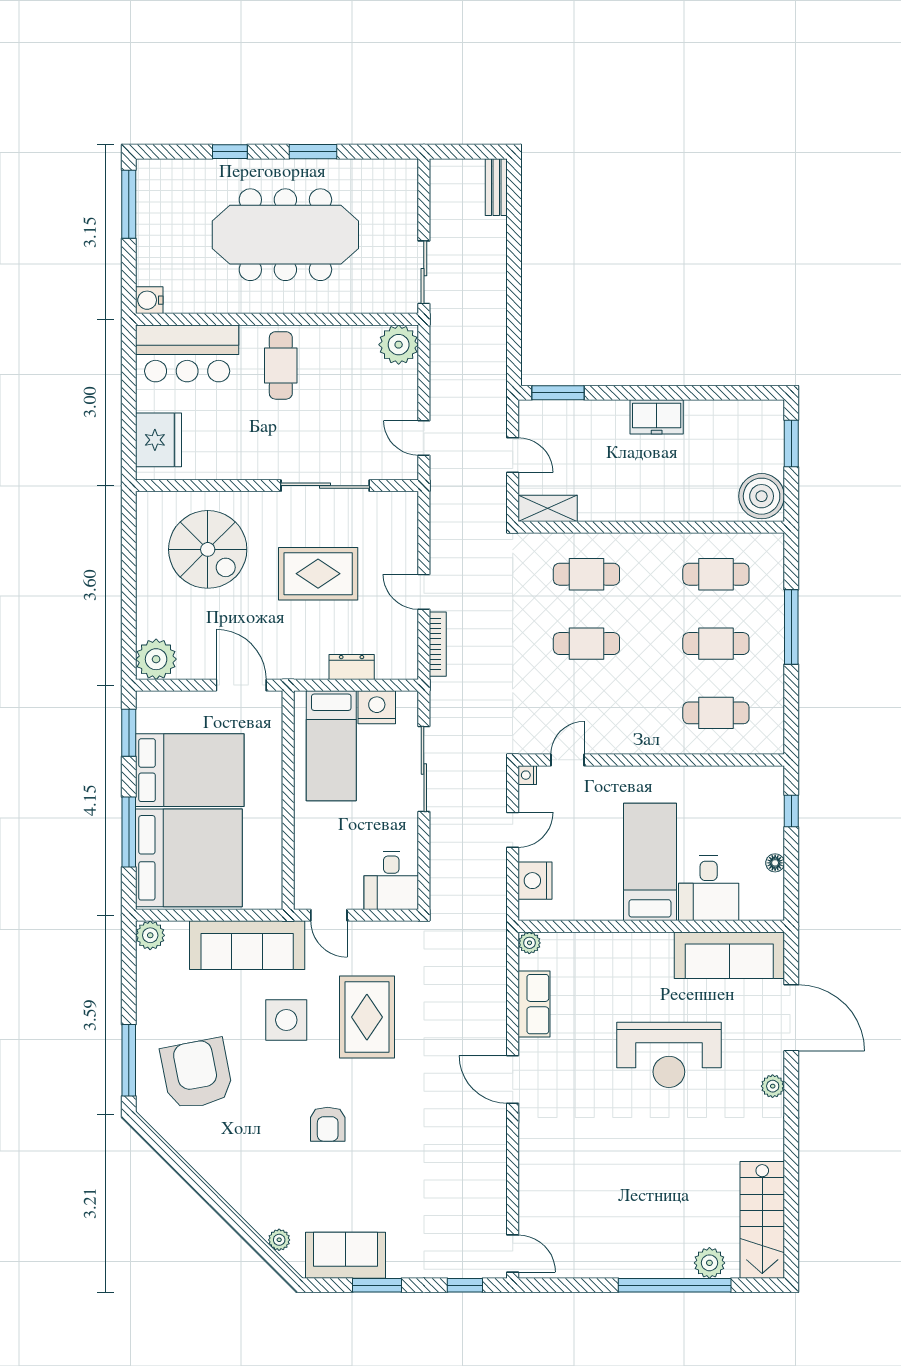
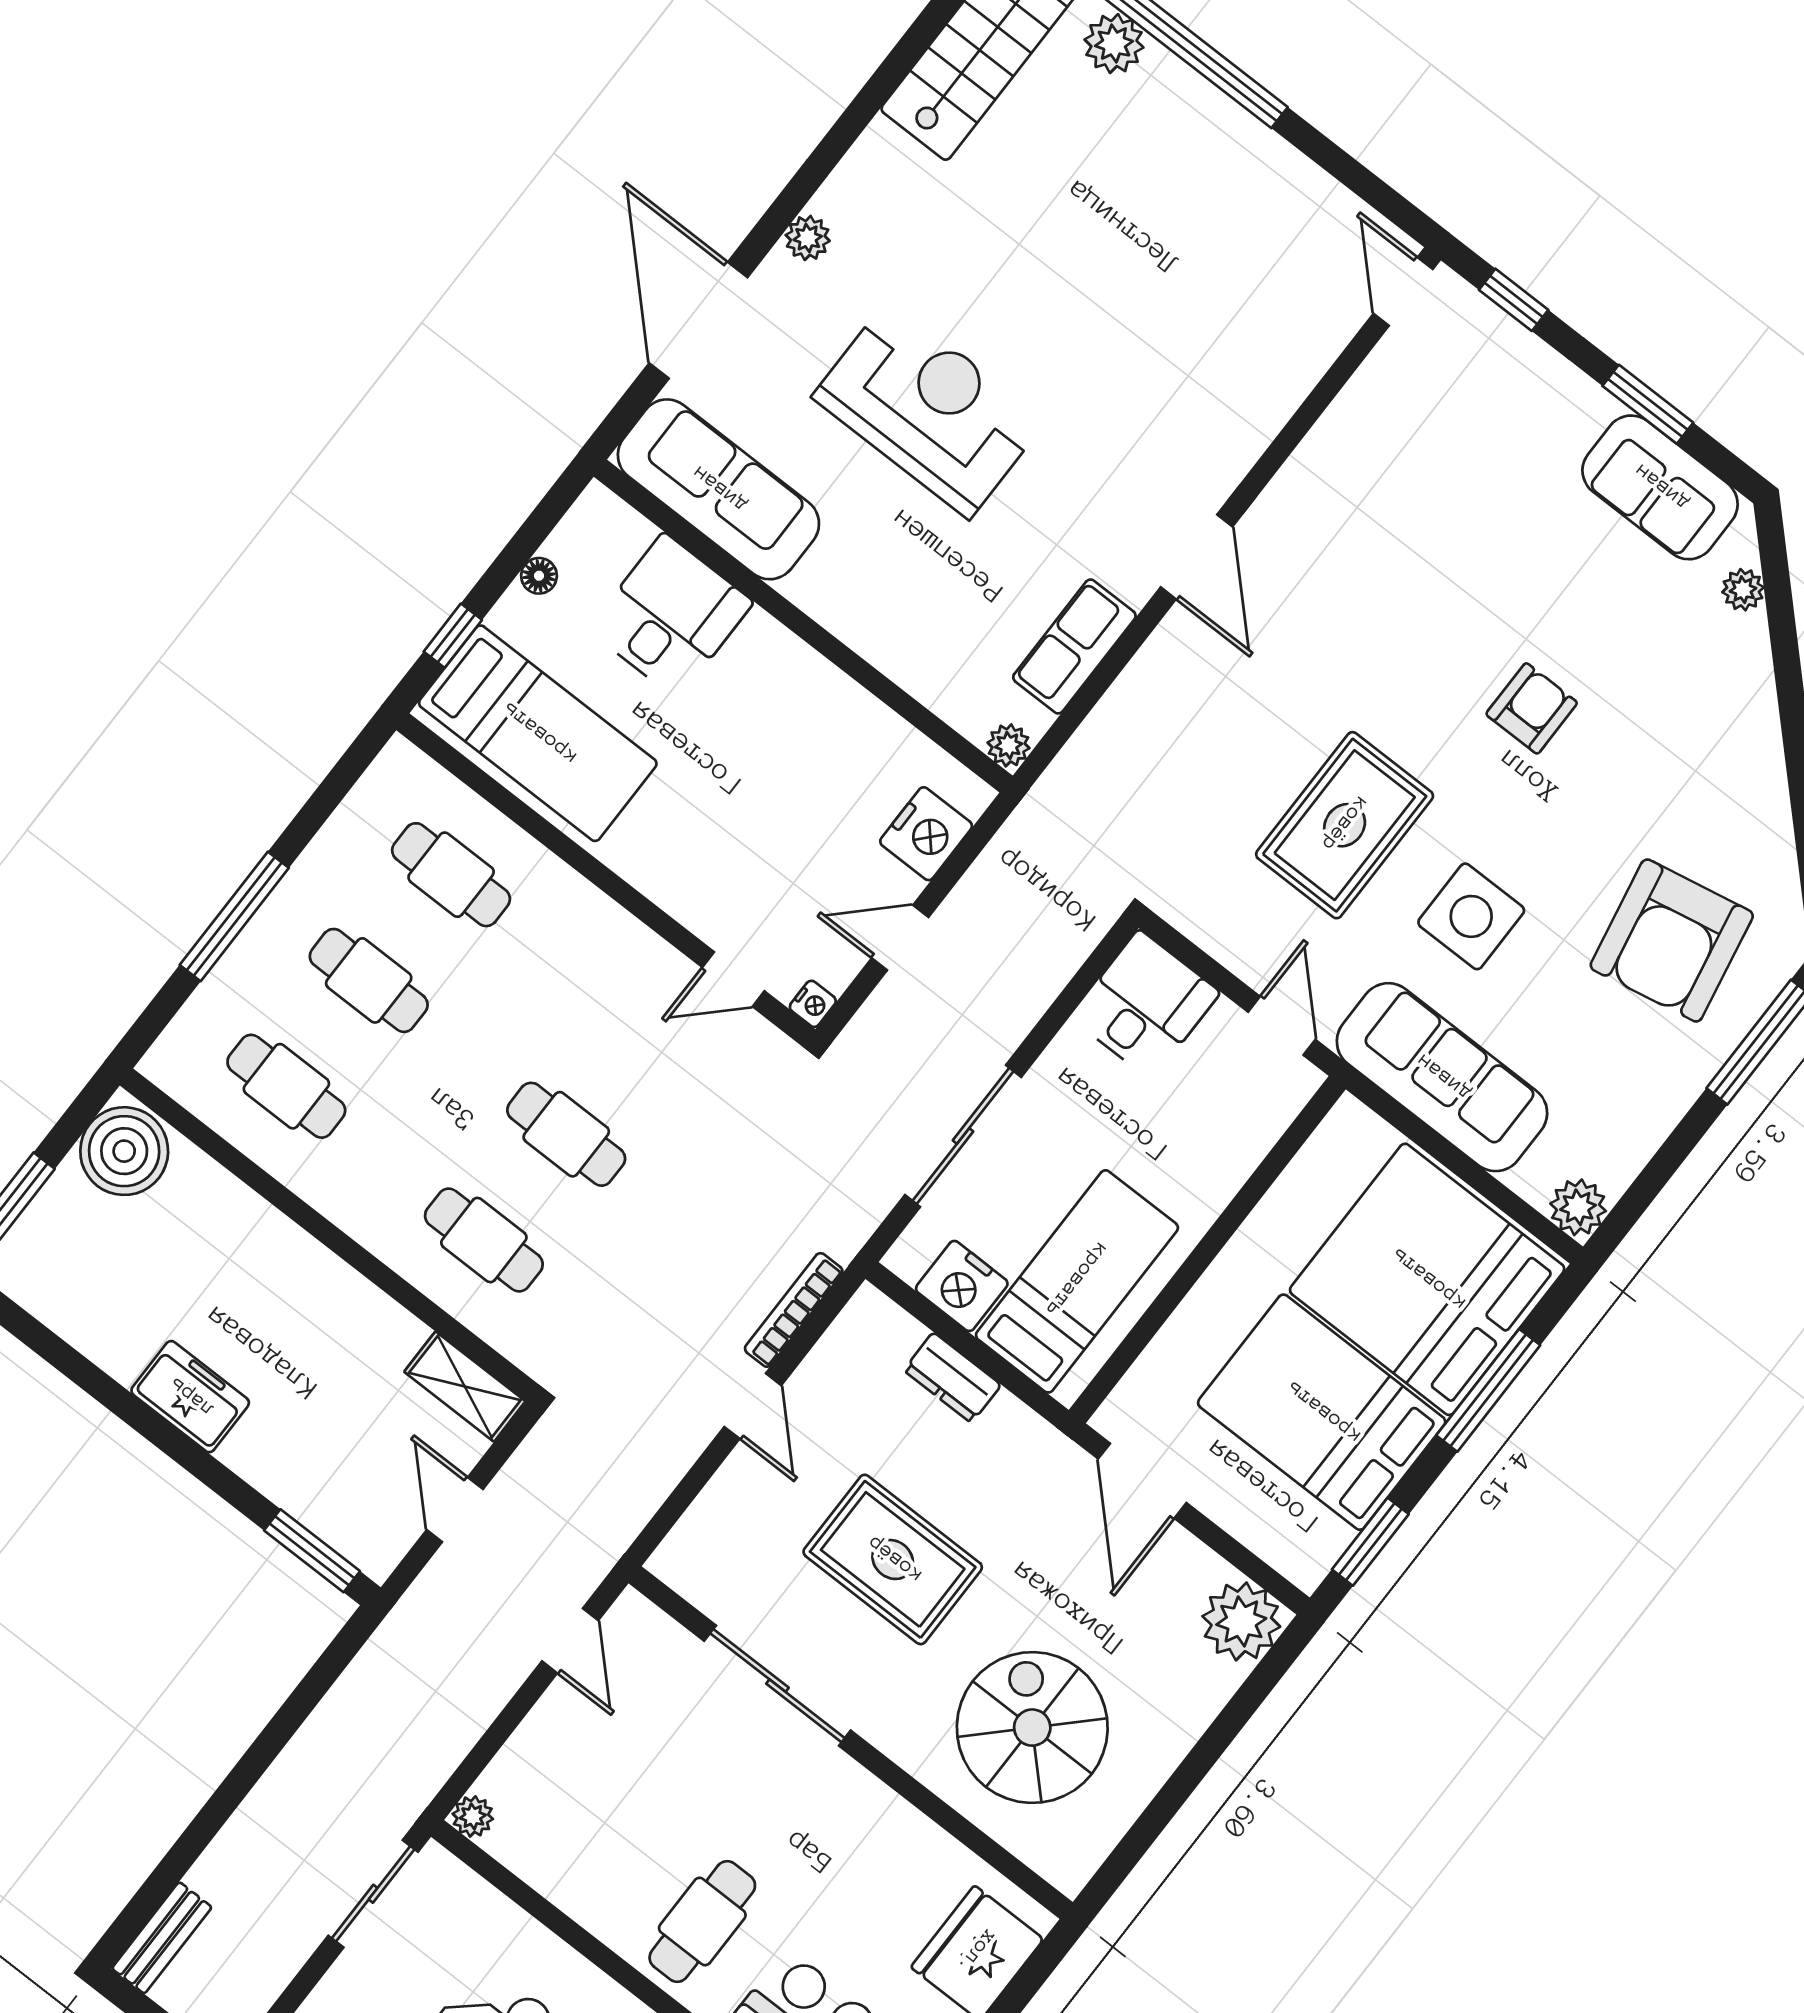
plant: (399, 345) -> (473, 1816), width x0.53, depth x0.53
bed: (650, 862) -> (538, 733), moved, turned -90

